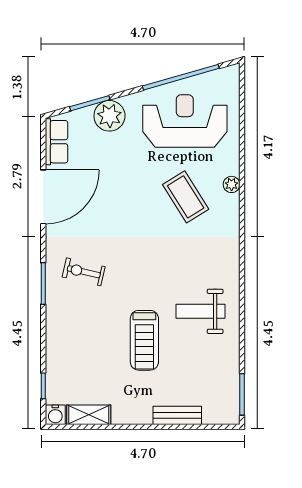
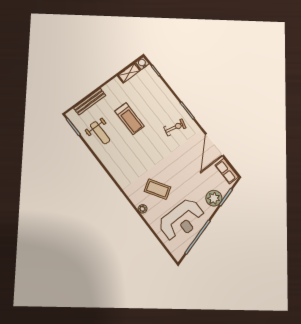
weight bench: (201, 311) -> (100, 133), moved, turned 90
treadmill: (144, 340) -> (129, 119), turned 180
bench: (177, 415) -> (90, 102), width x1.36

